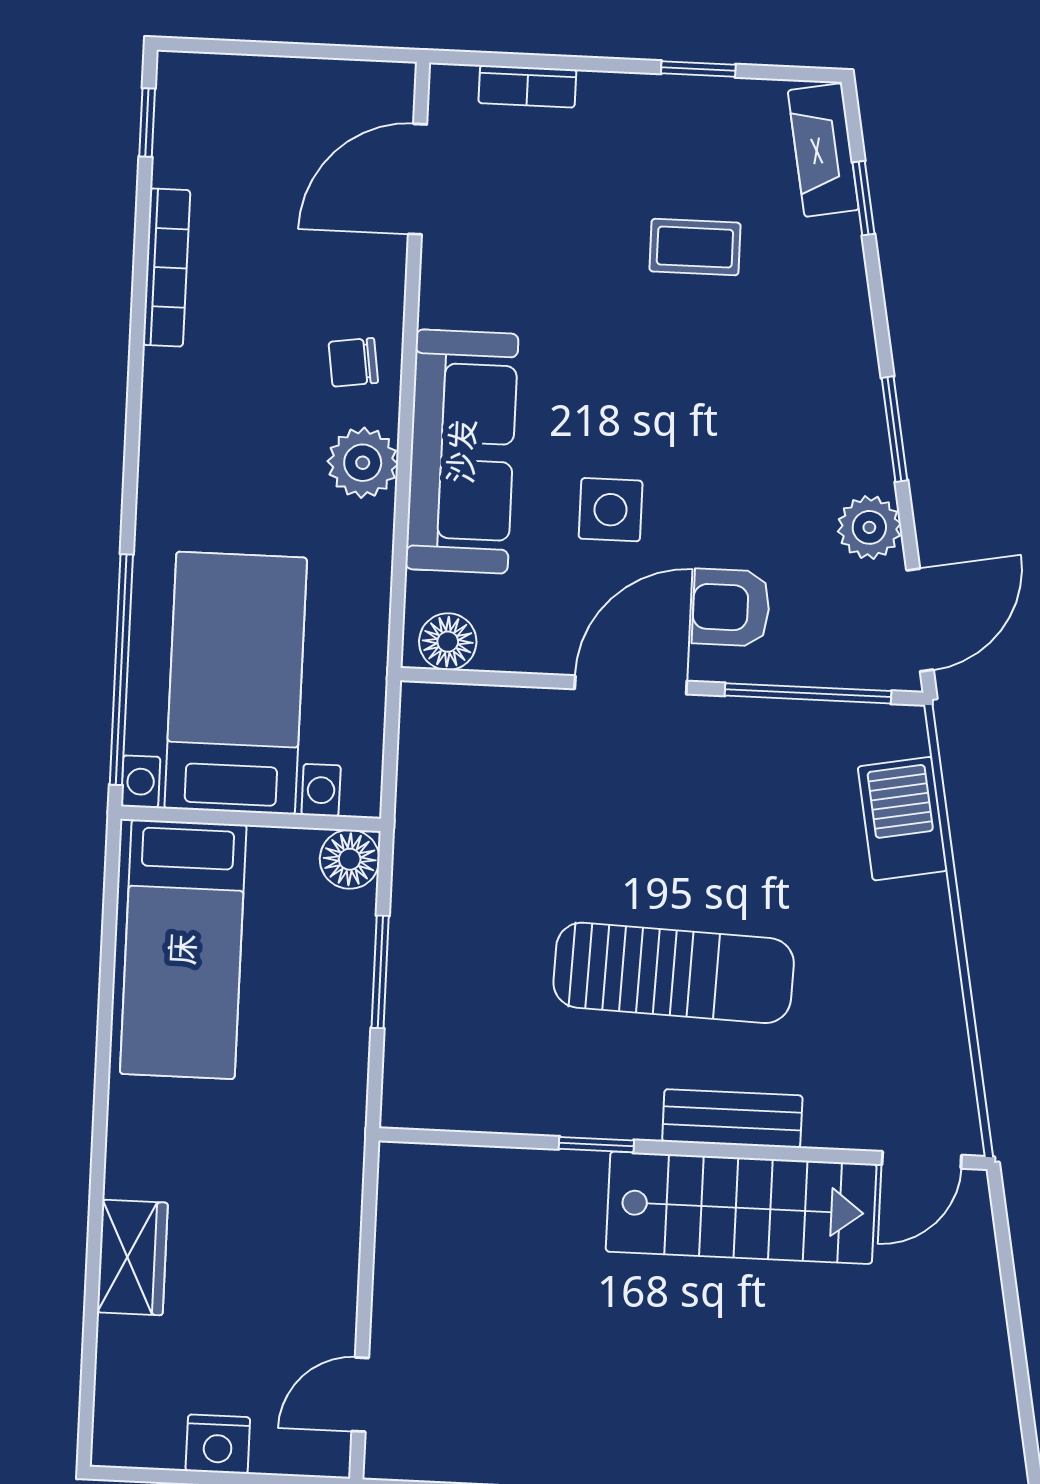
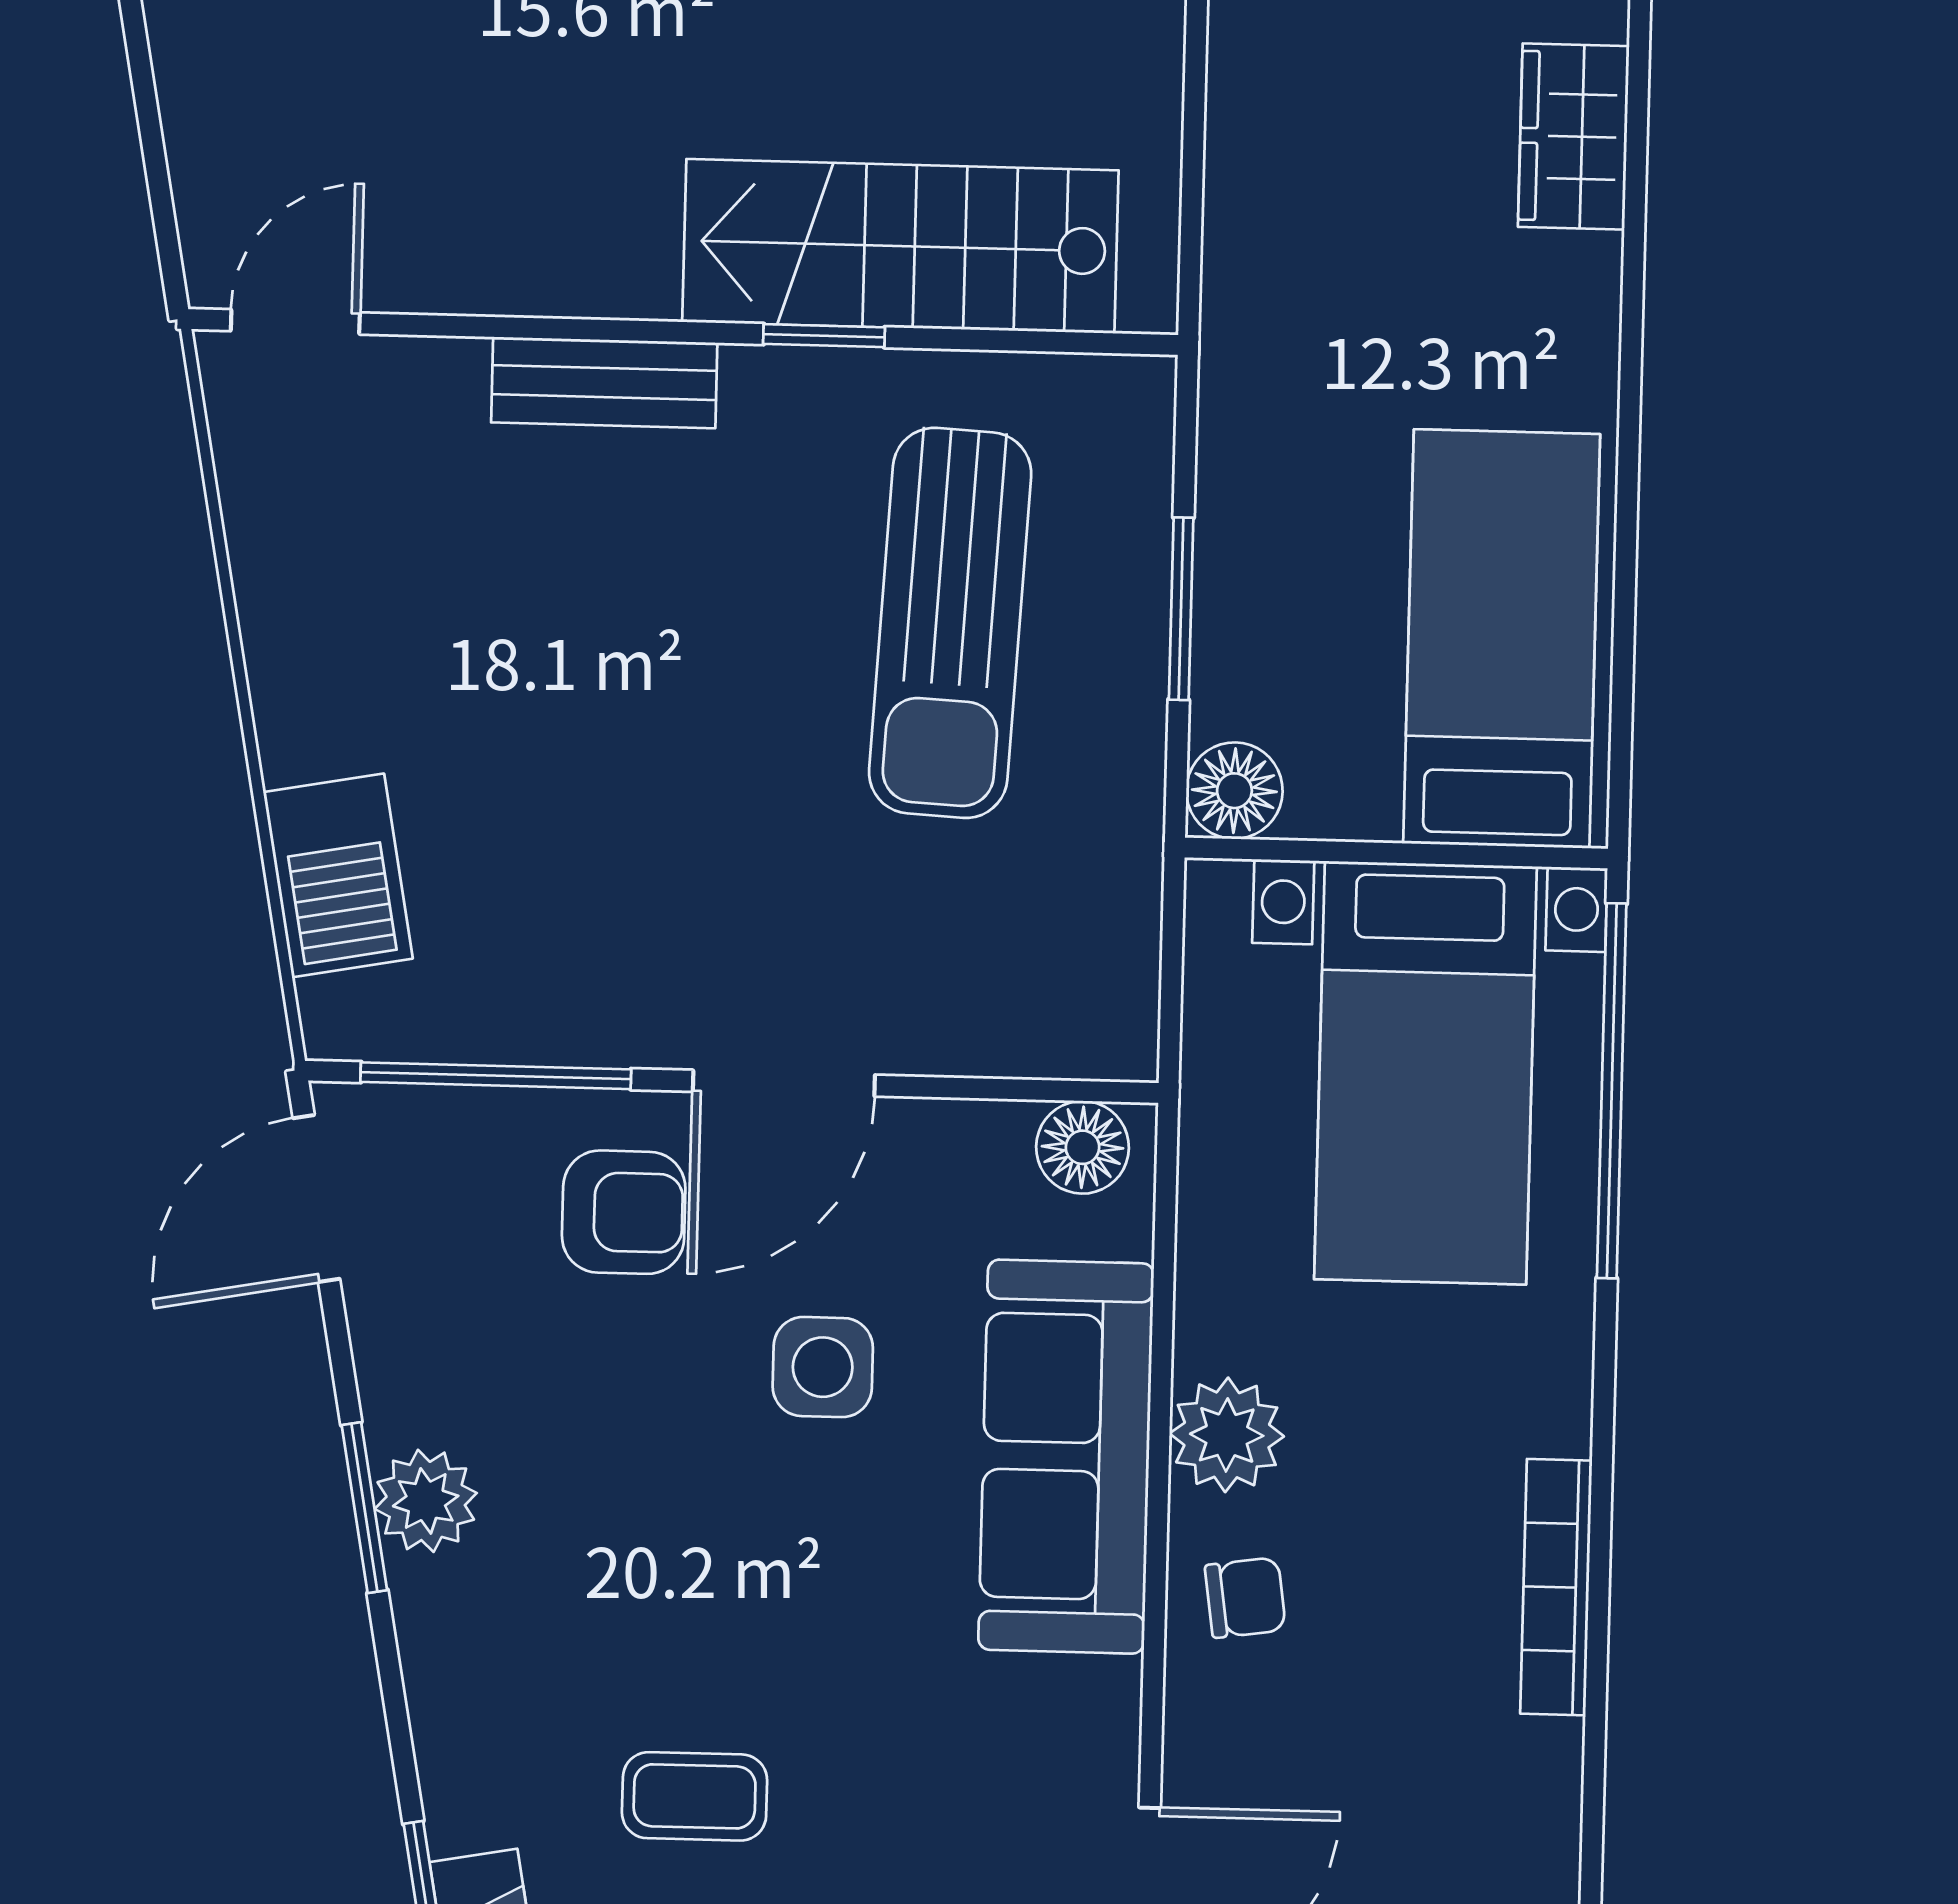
bookcase: (166, 268) -> (1556, 1587), moved
plant: (869, 527) -> (426, 1501), moved
sun lounger: (674, 973) -> (950, 623), moved, turned -89
stairs: (741, 1208) -> (900, 246), moved

